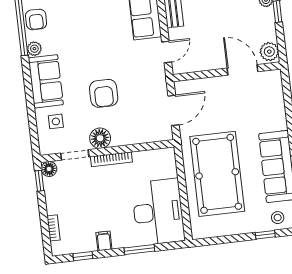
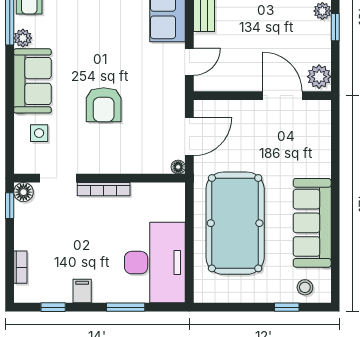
floor lamp: (100, 138) -> (178, 167), moved, width x0.53, depth x0.53

